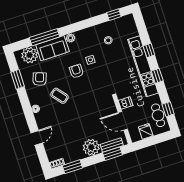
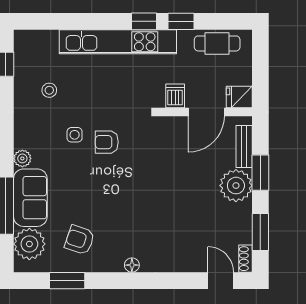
window: (149, 50) -> (92, 21), removed
armchair: (76, 71) -> (107, 142), moved
coffee table: (60, 96) -> (122, 213), removed
window: (168, 109) -> (181, 21), moved
fridge: (146, 131) -> (239, 97), moved
door: (37, 138) -> (221, 281), moved
window: (112, 154) -> (260, 173), moved

